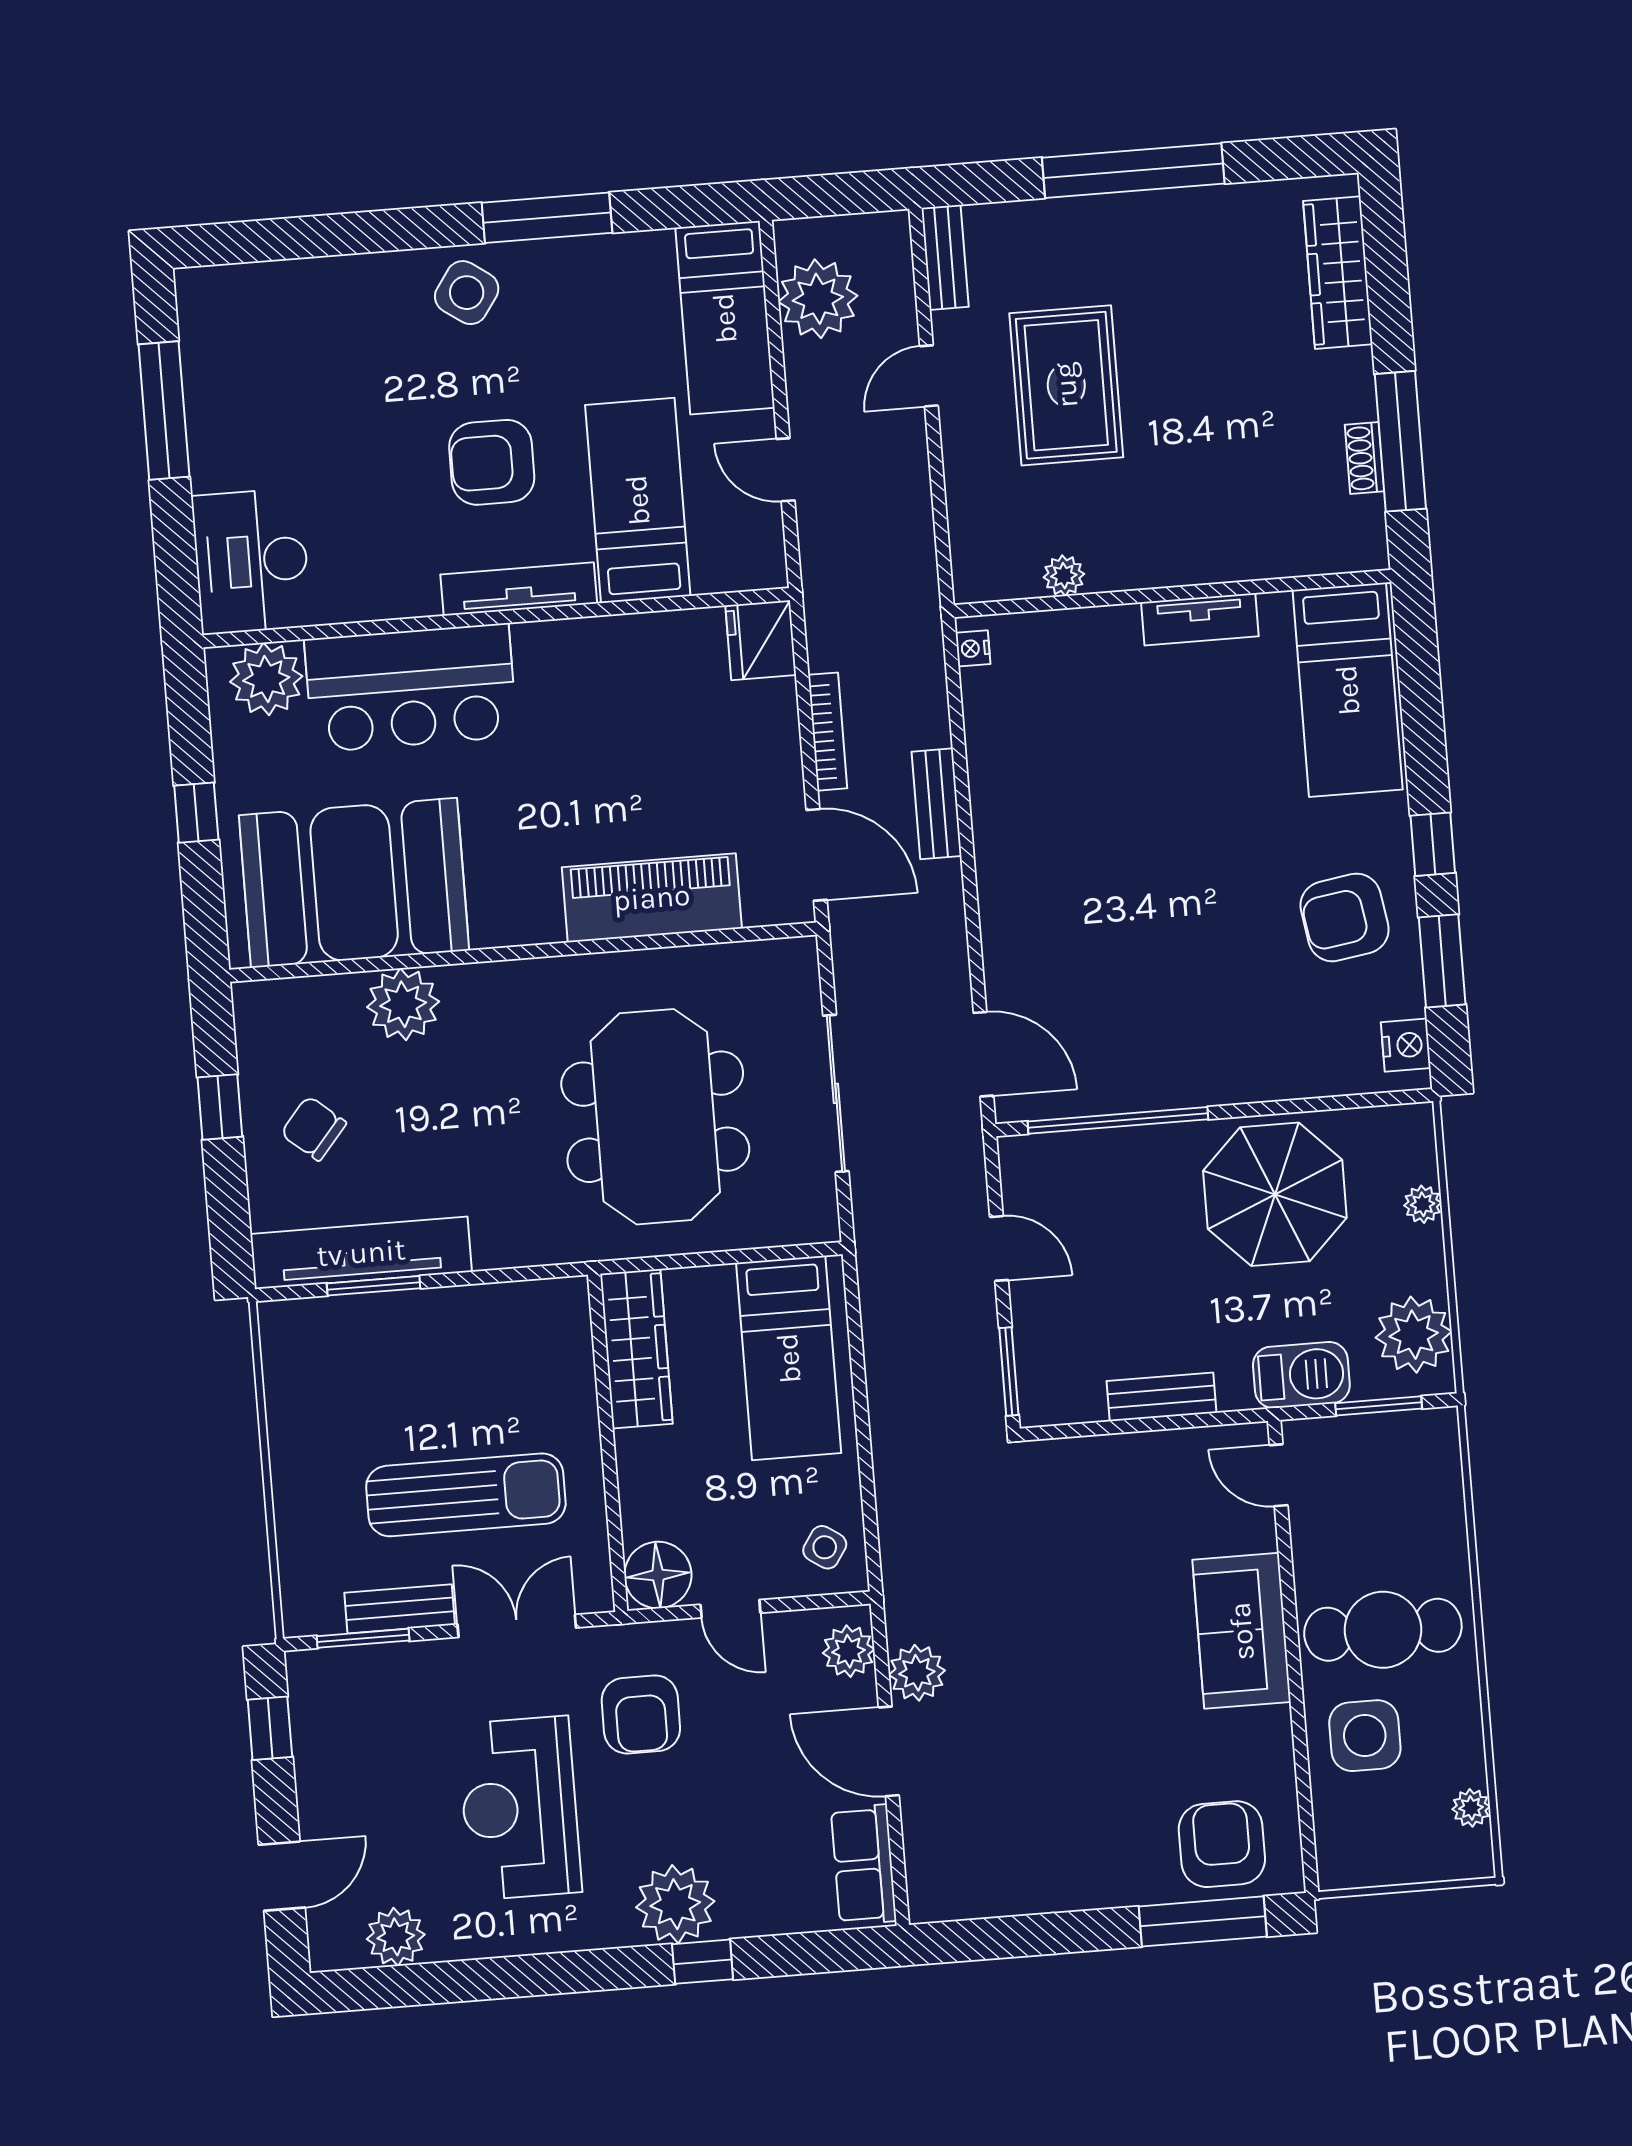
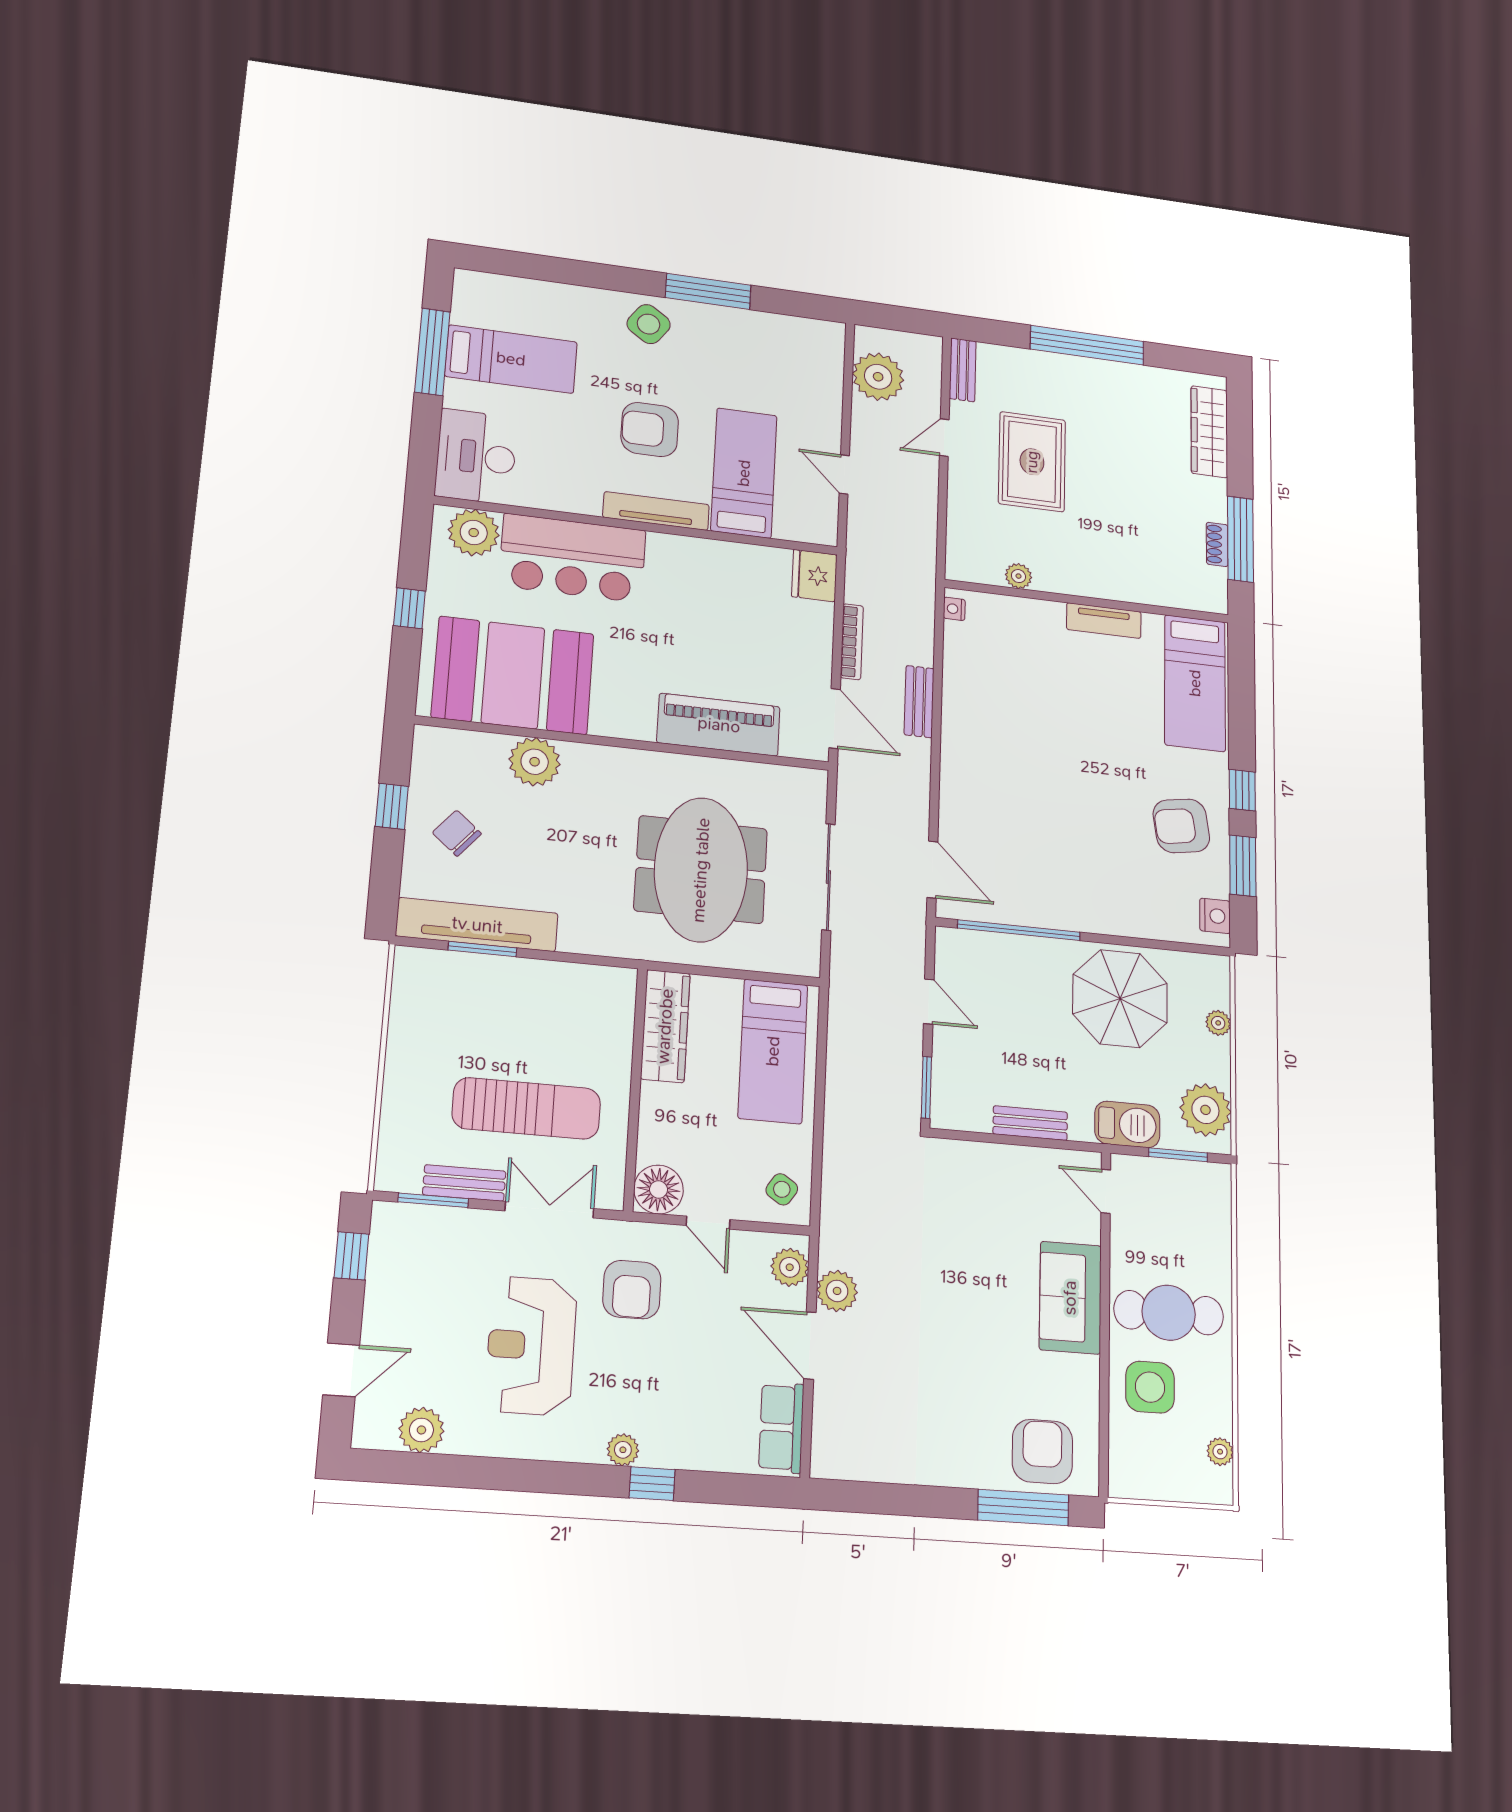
bed: (725, 318) -> (511, 359), moved, turned -90
plant: (675, 1904) -> (623, 1450), width x0.53, depth x0.53

